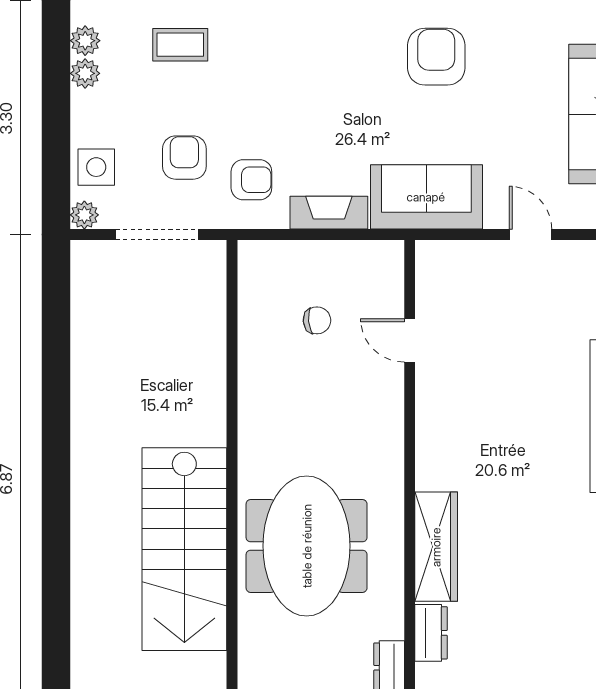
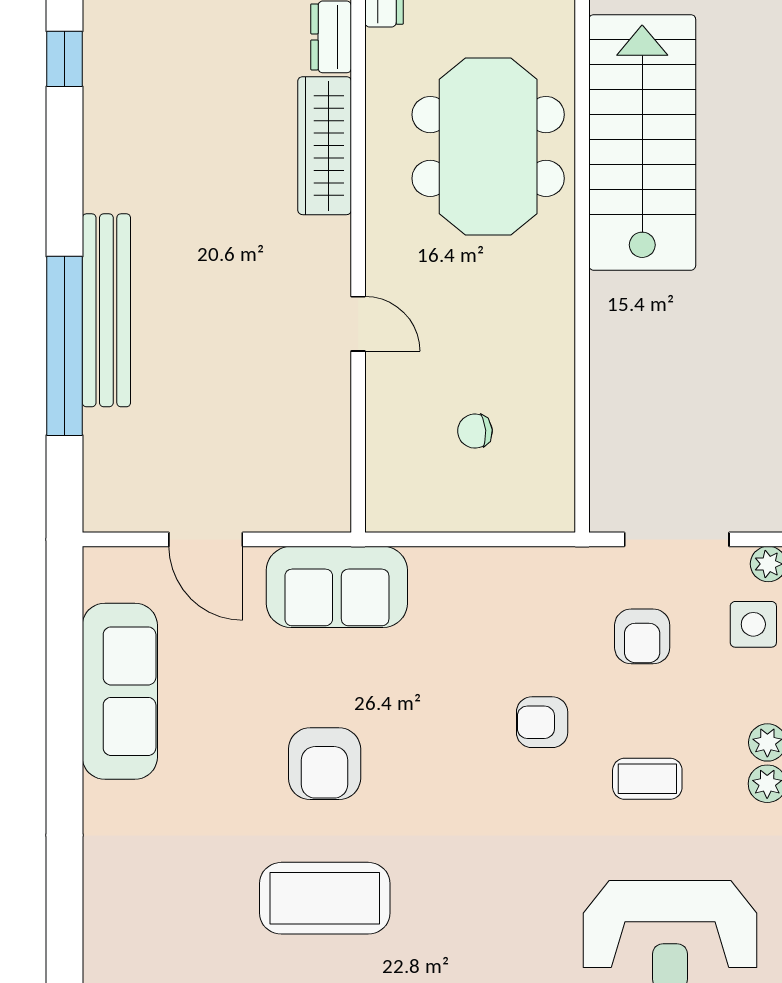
armchair: (251, 180) -> (542, 722), moved
fireplace: (329, 213) -> (460, 567), removed
door: (530, 234) -> (206, 539), width x1.38
door: (410, 340) -> (358, 324), moved

